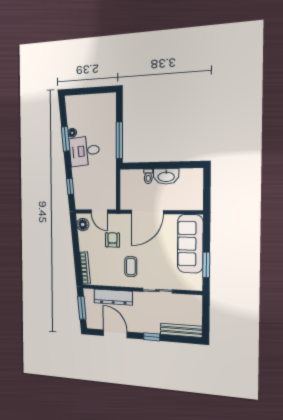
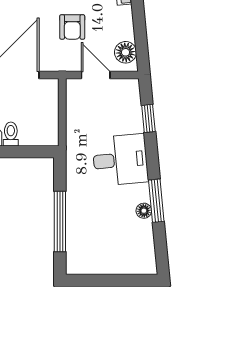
window: (119, 140) -> (60, 221), moved
desk: (84, 151) -> (120, 160), moved

